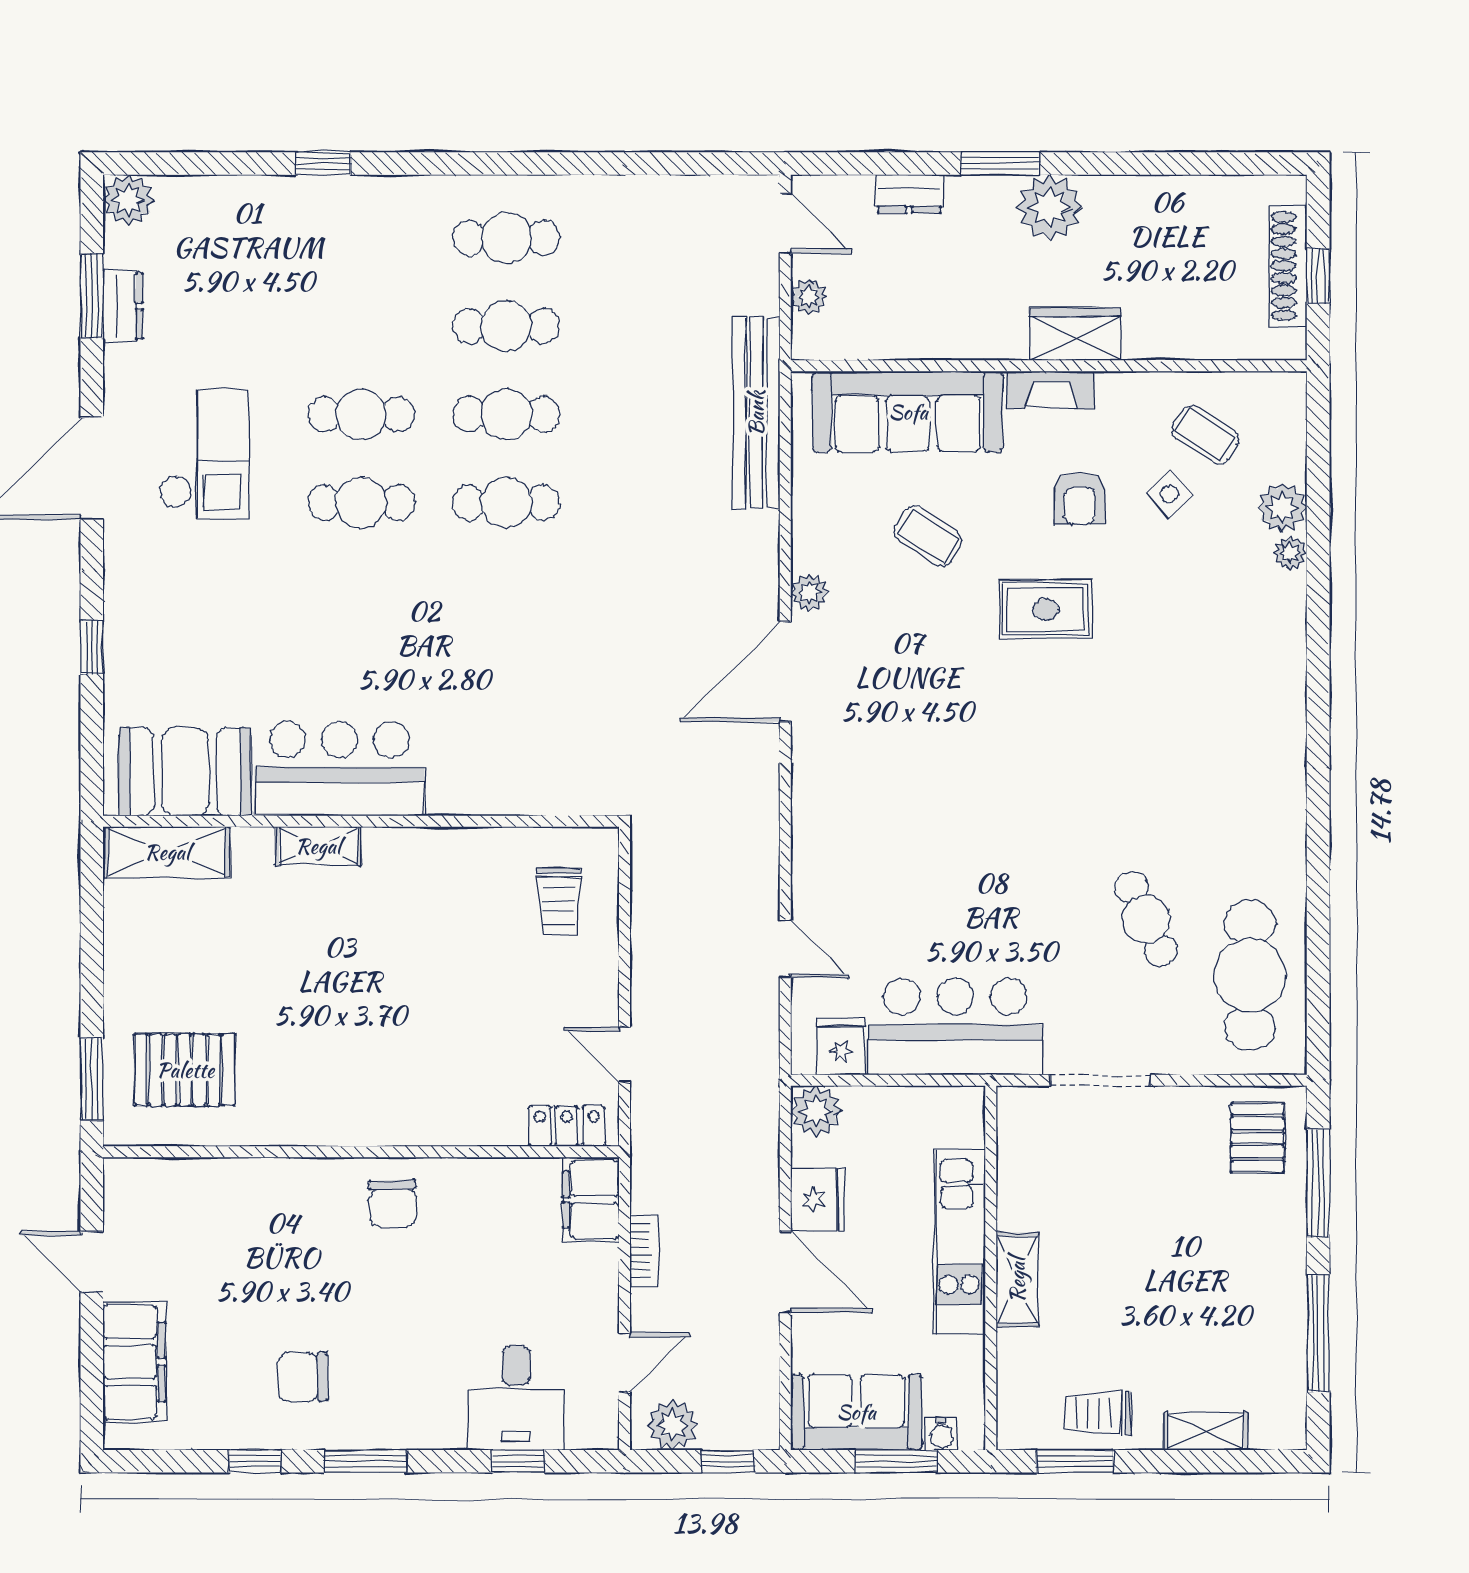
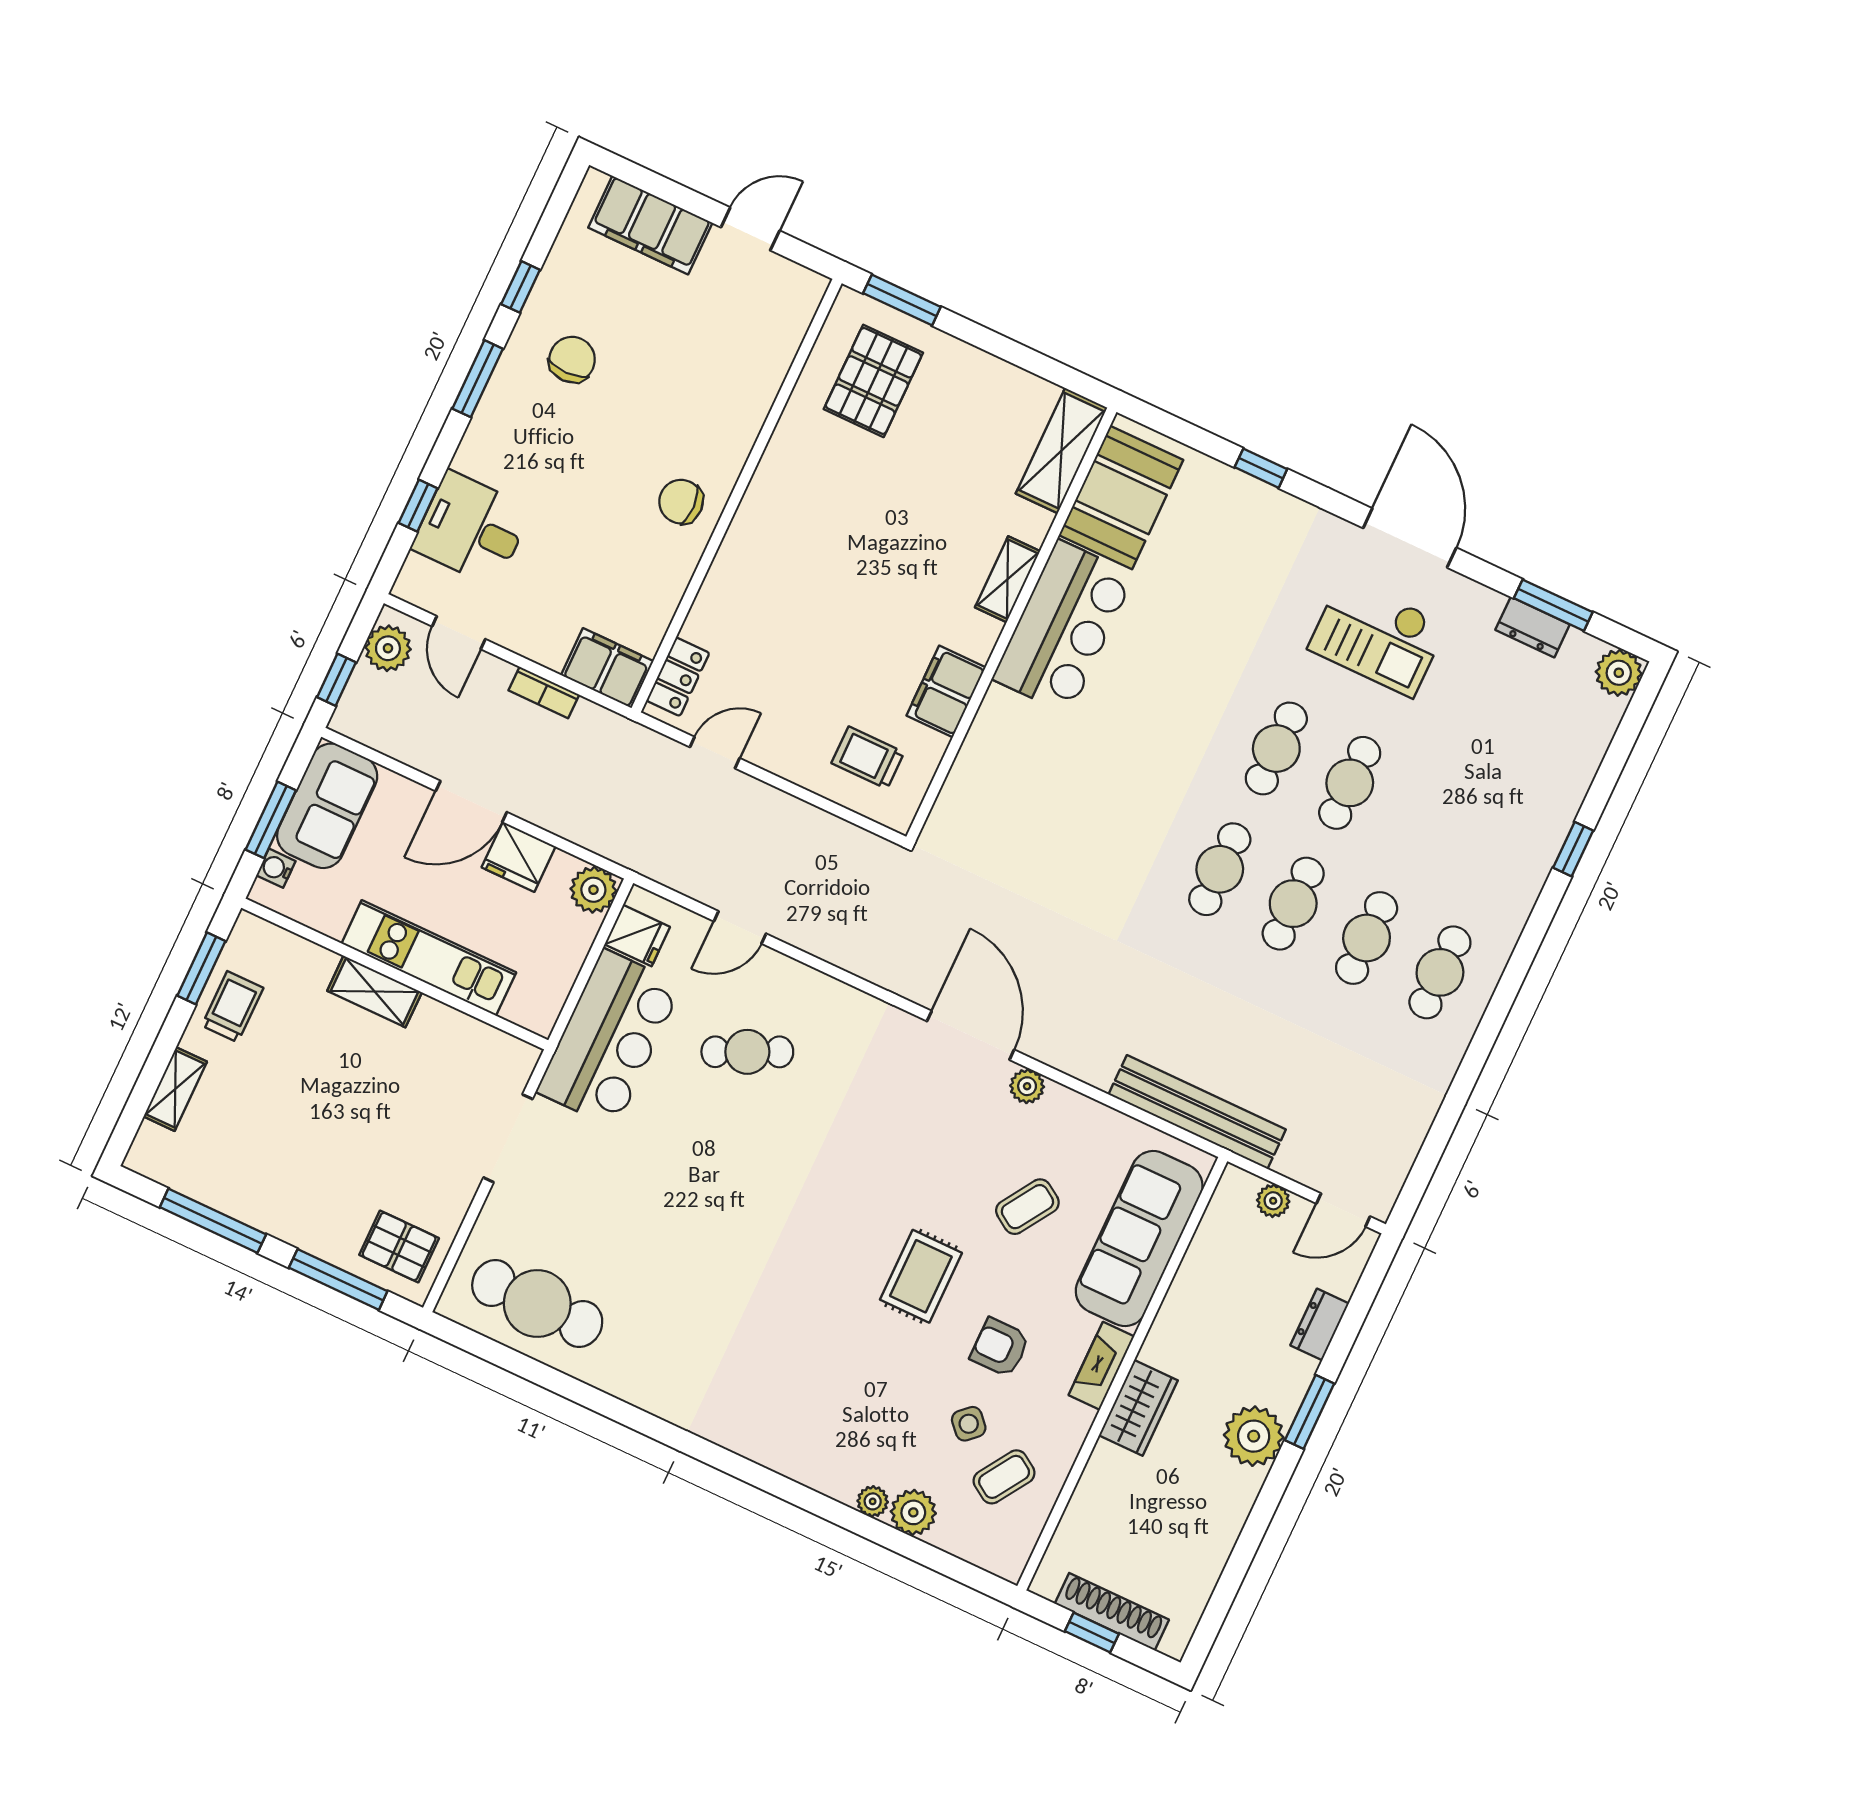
filing cabinet: (457, 855) -> (946, 691), added
cafe table: (1146, 919) -> (747, 1052), moved

